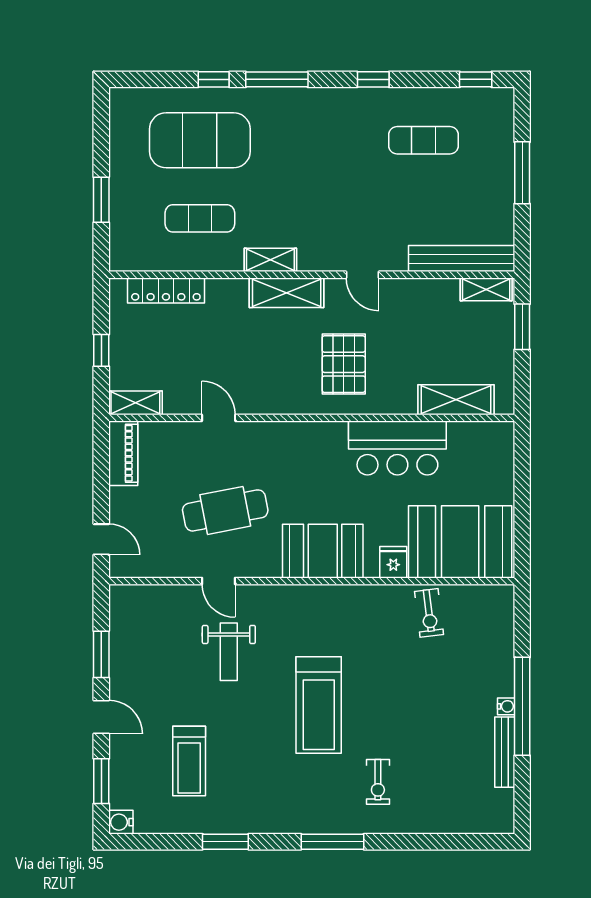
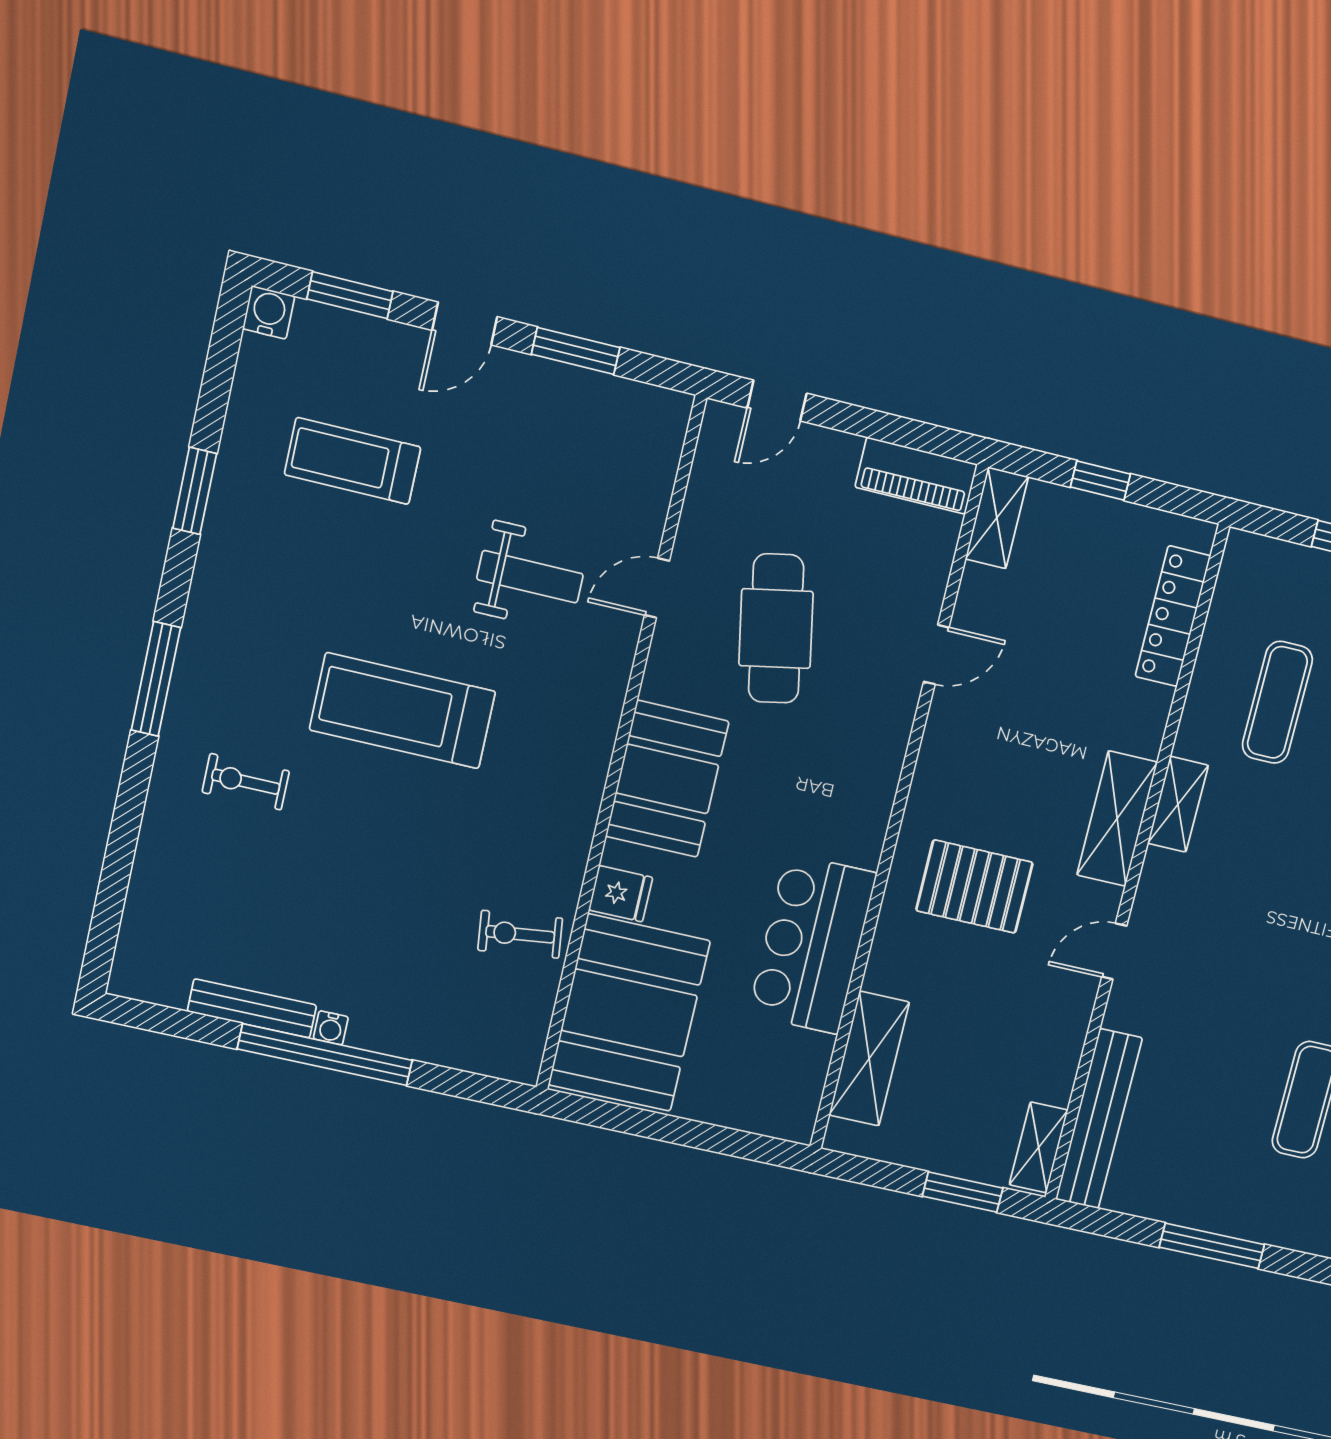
weight bench: (229, 652) -> (530, 577), turned 180

